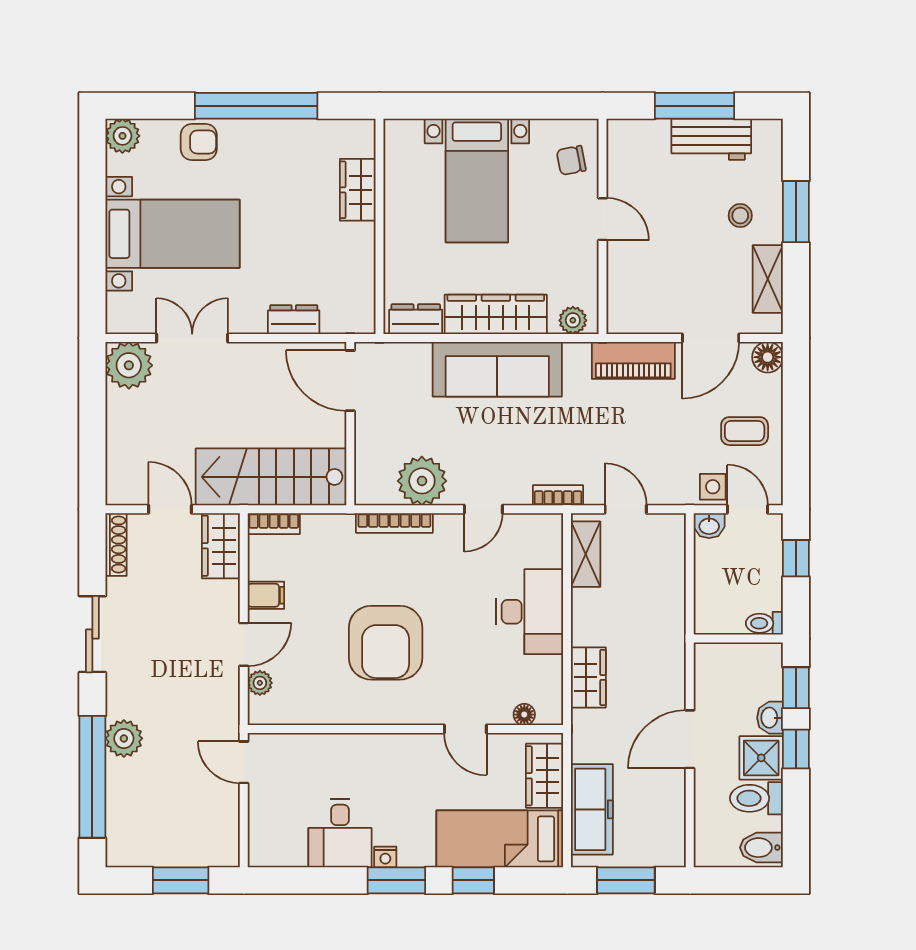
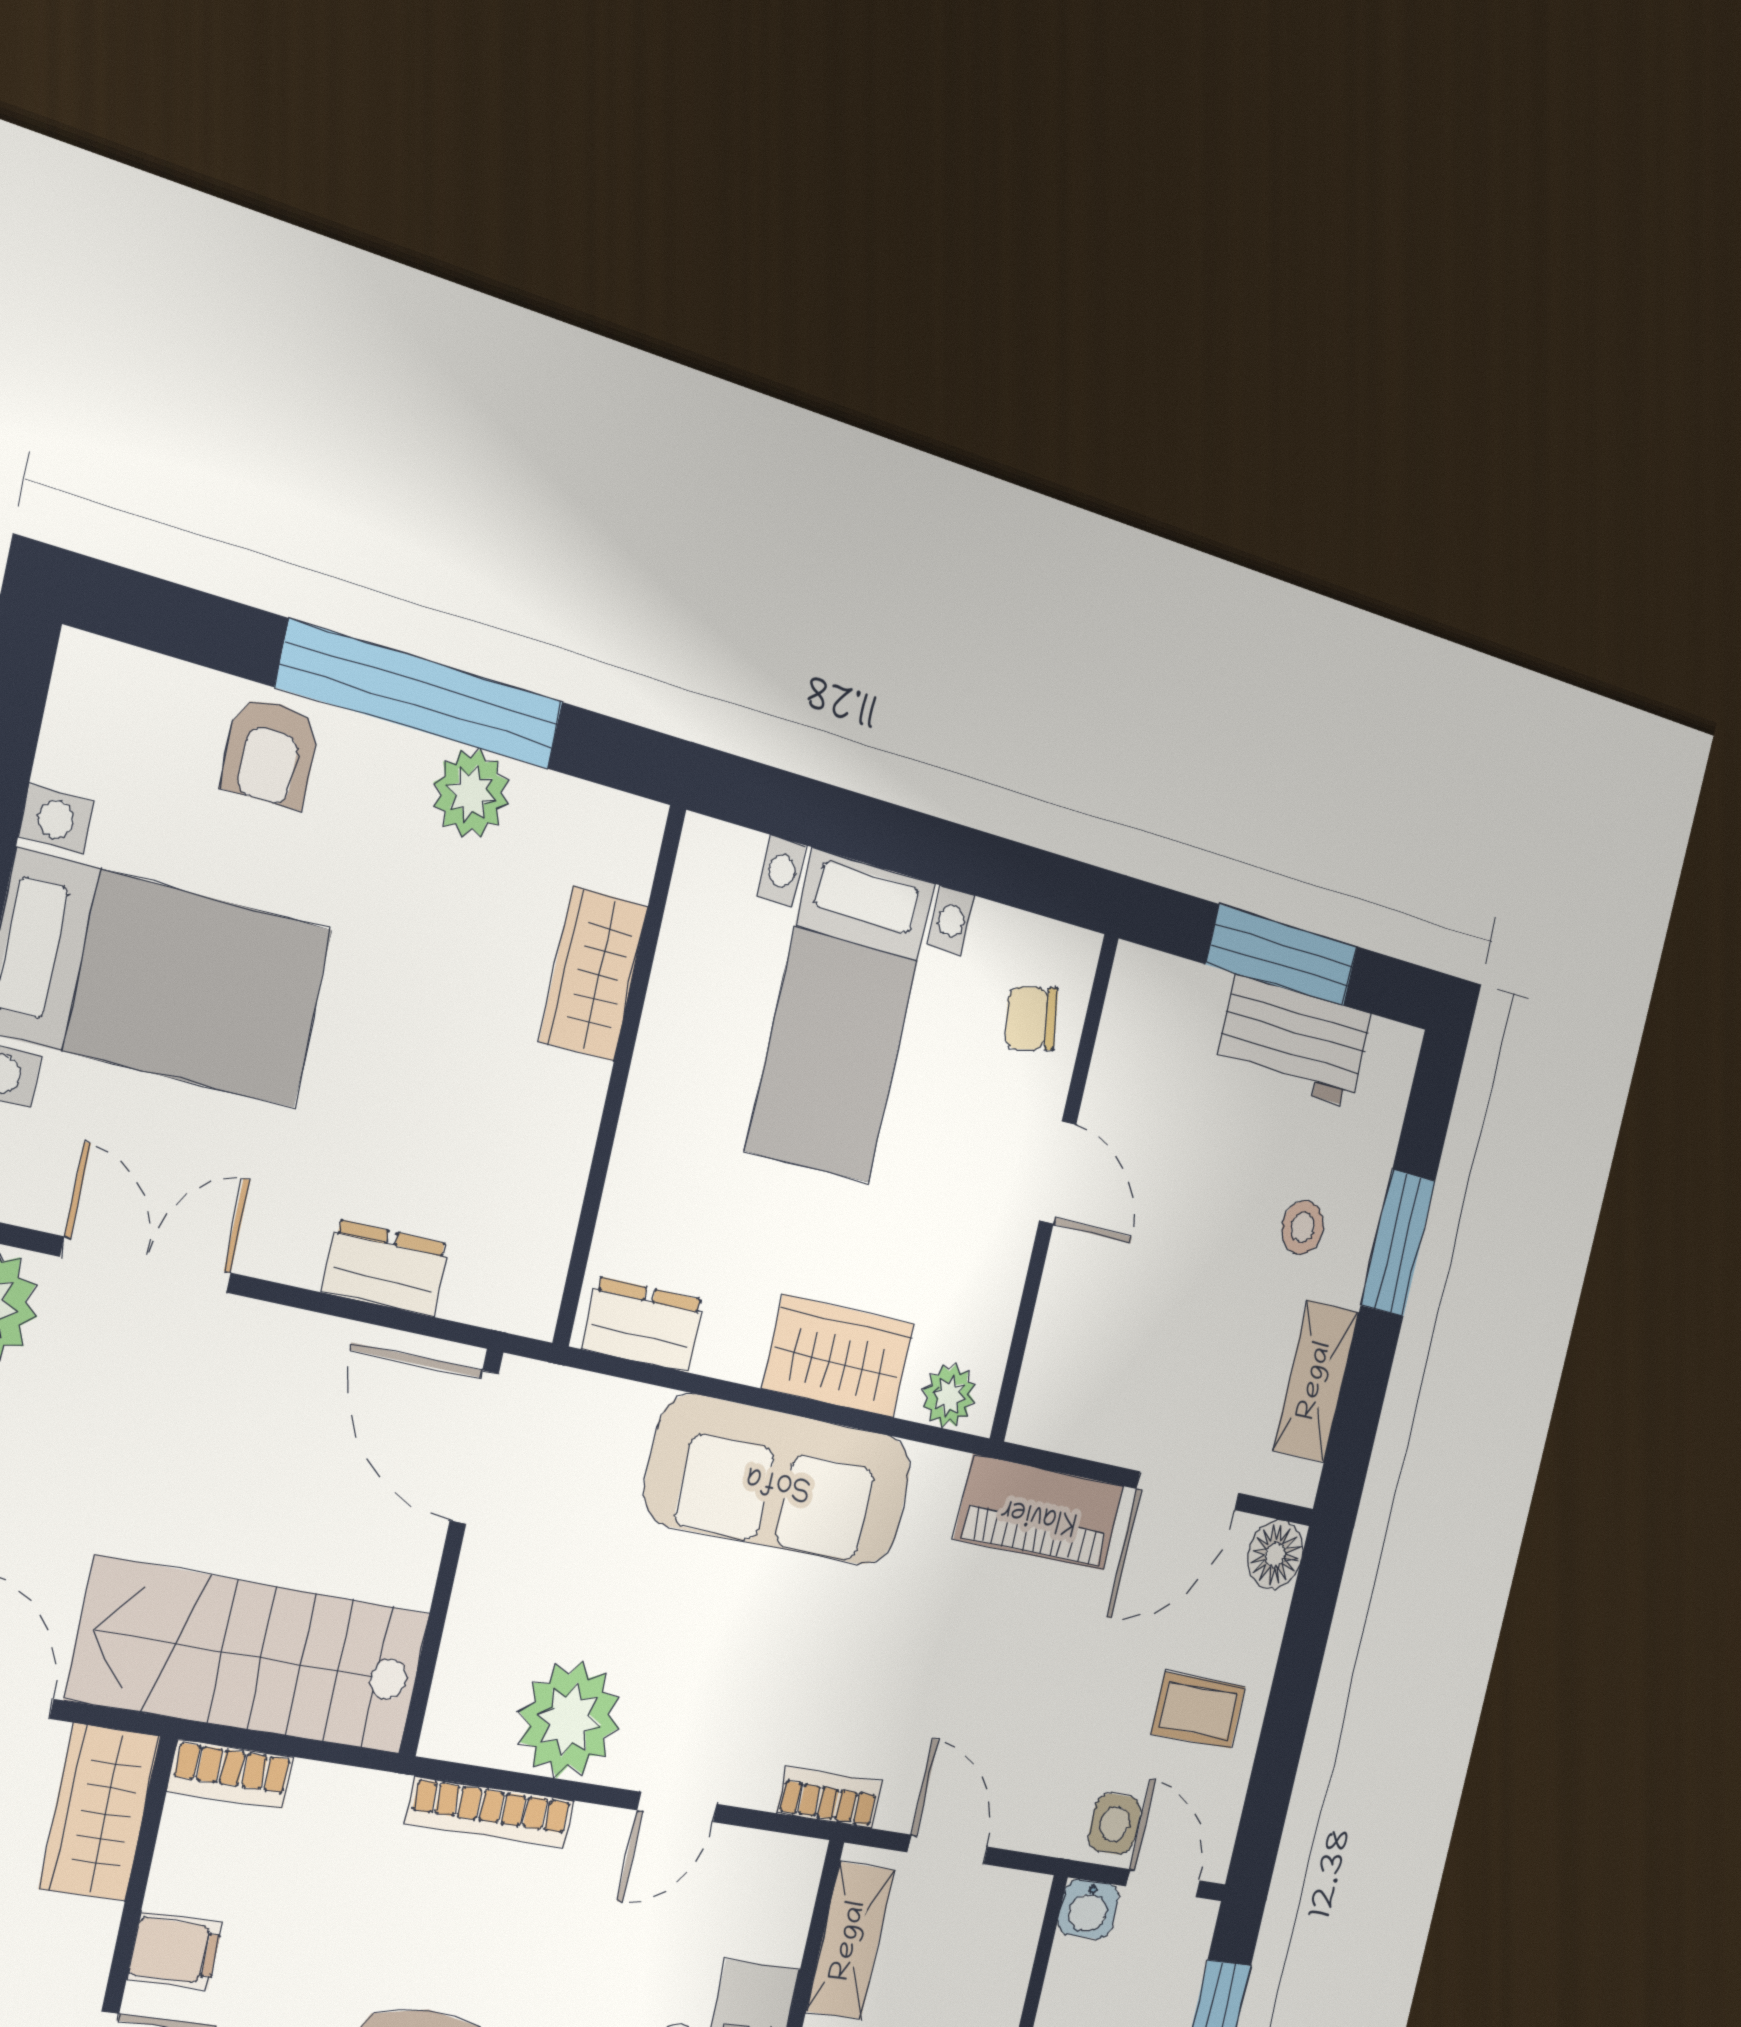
plant: (122, 136) -> (471, 793), moved
armchair: (199, 142) -> (270, 752), turned 90
wardrobe: (496, 314) -> (838, 1356), width x0.67

